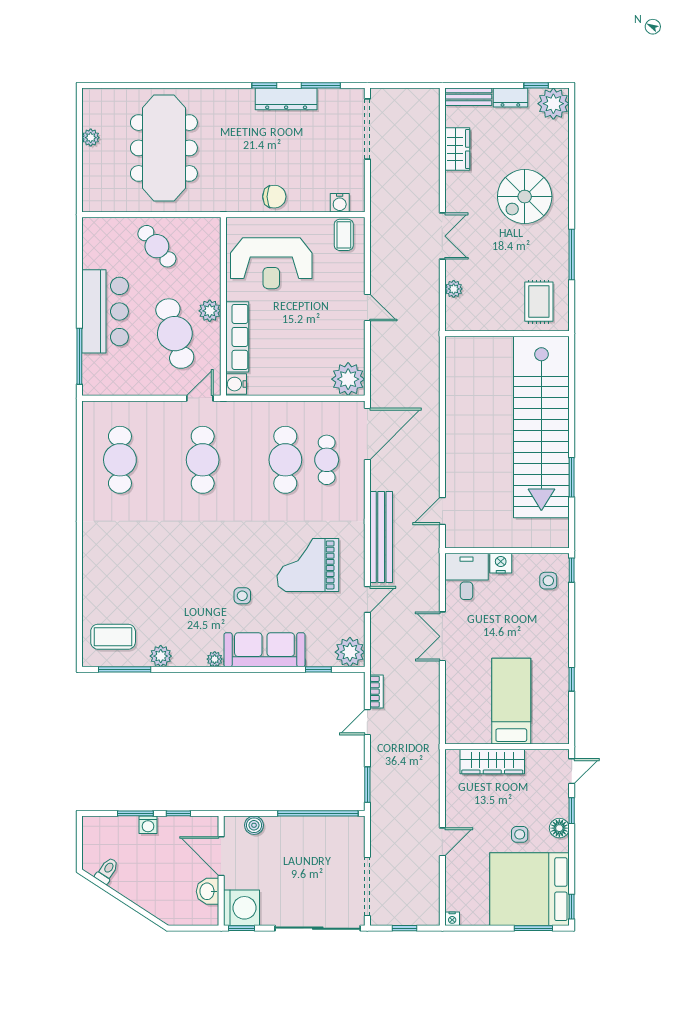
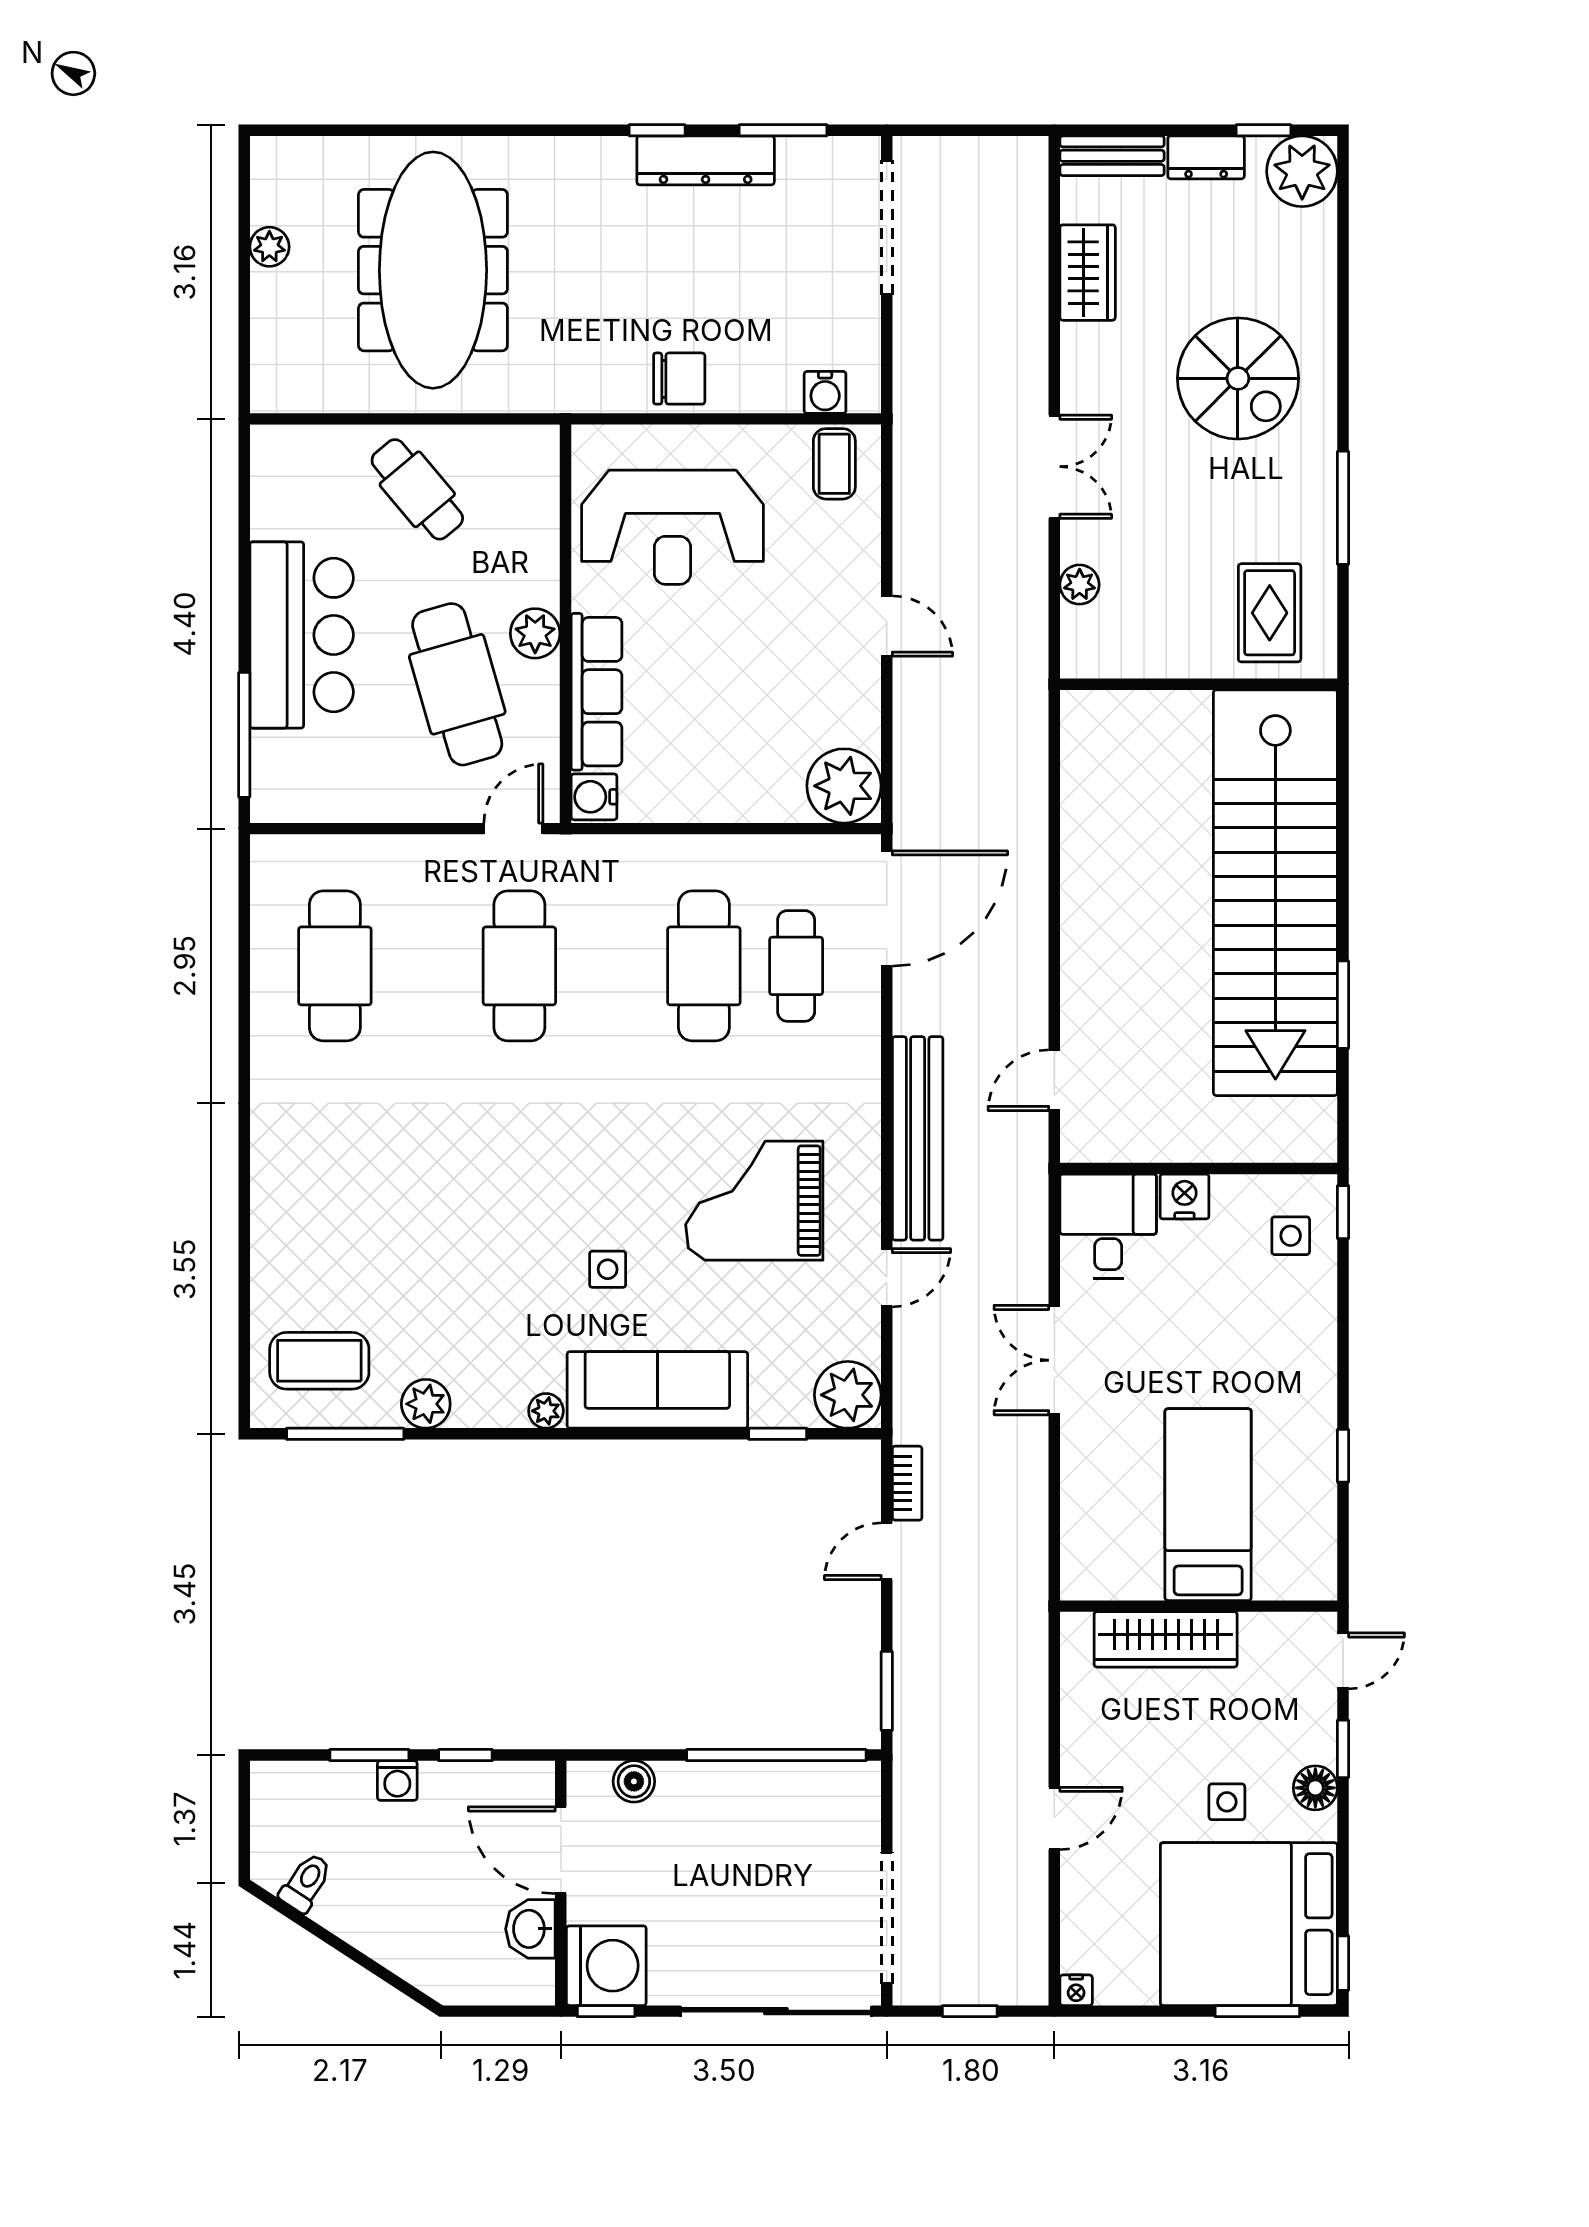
spiral stairs: (525, 197) -> (1238, 378), turned -90

